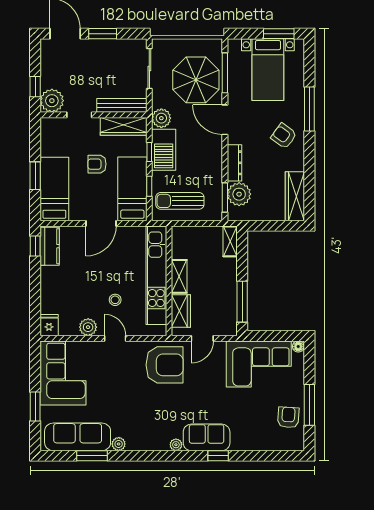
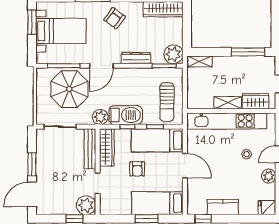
plant: (239, 194) -> (173, 54), moved
kitchen counter: (50, 246) -> (223, 207), moved

